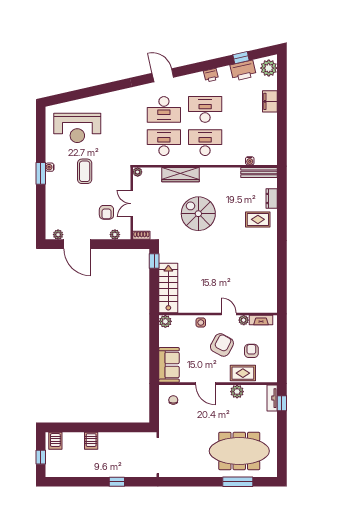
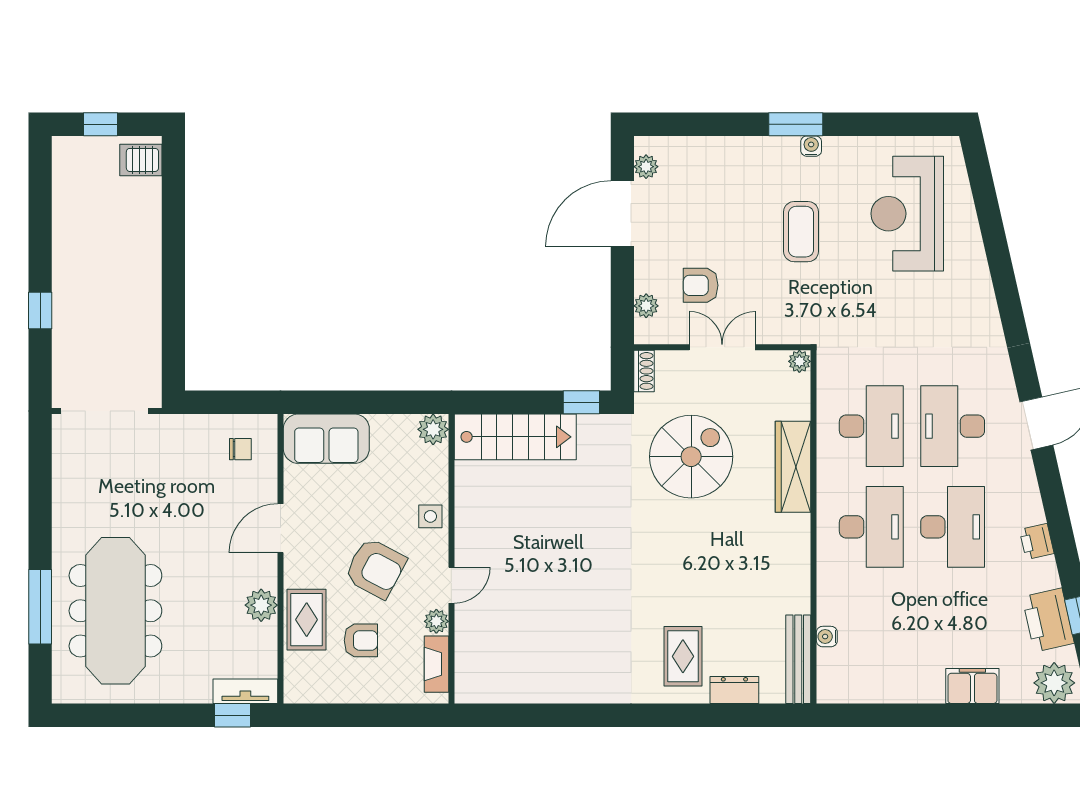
coffee table: (85, 171) -> (801, 232), turned 90
spiral stairs: (198, 214) -> (691, 457), moved
server rack: (91, 441) -> (141, 248), removed

